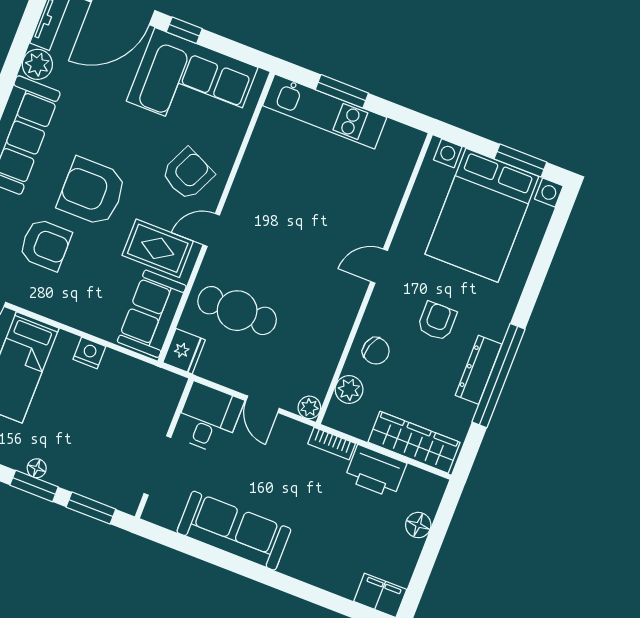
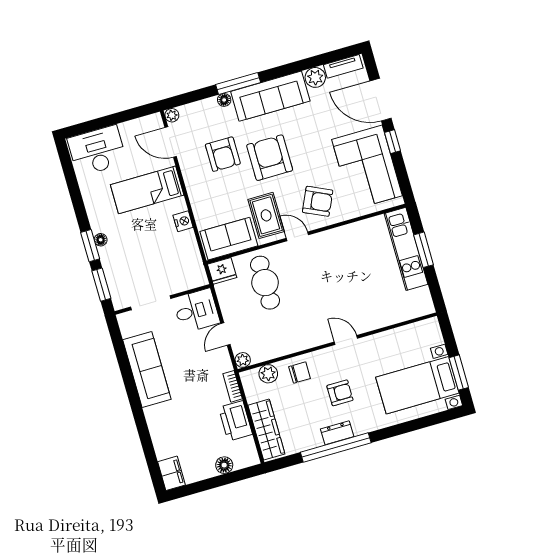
bed with nightstands: (482, 215) -> (417, 385), width x0.73
chair: (376, 351) -> (300, 373), turned -108
dresser: (478, 370) -> (337, 433), width x0.70

